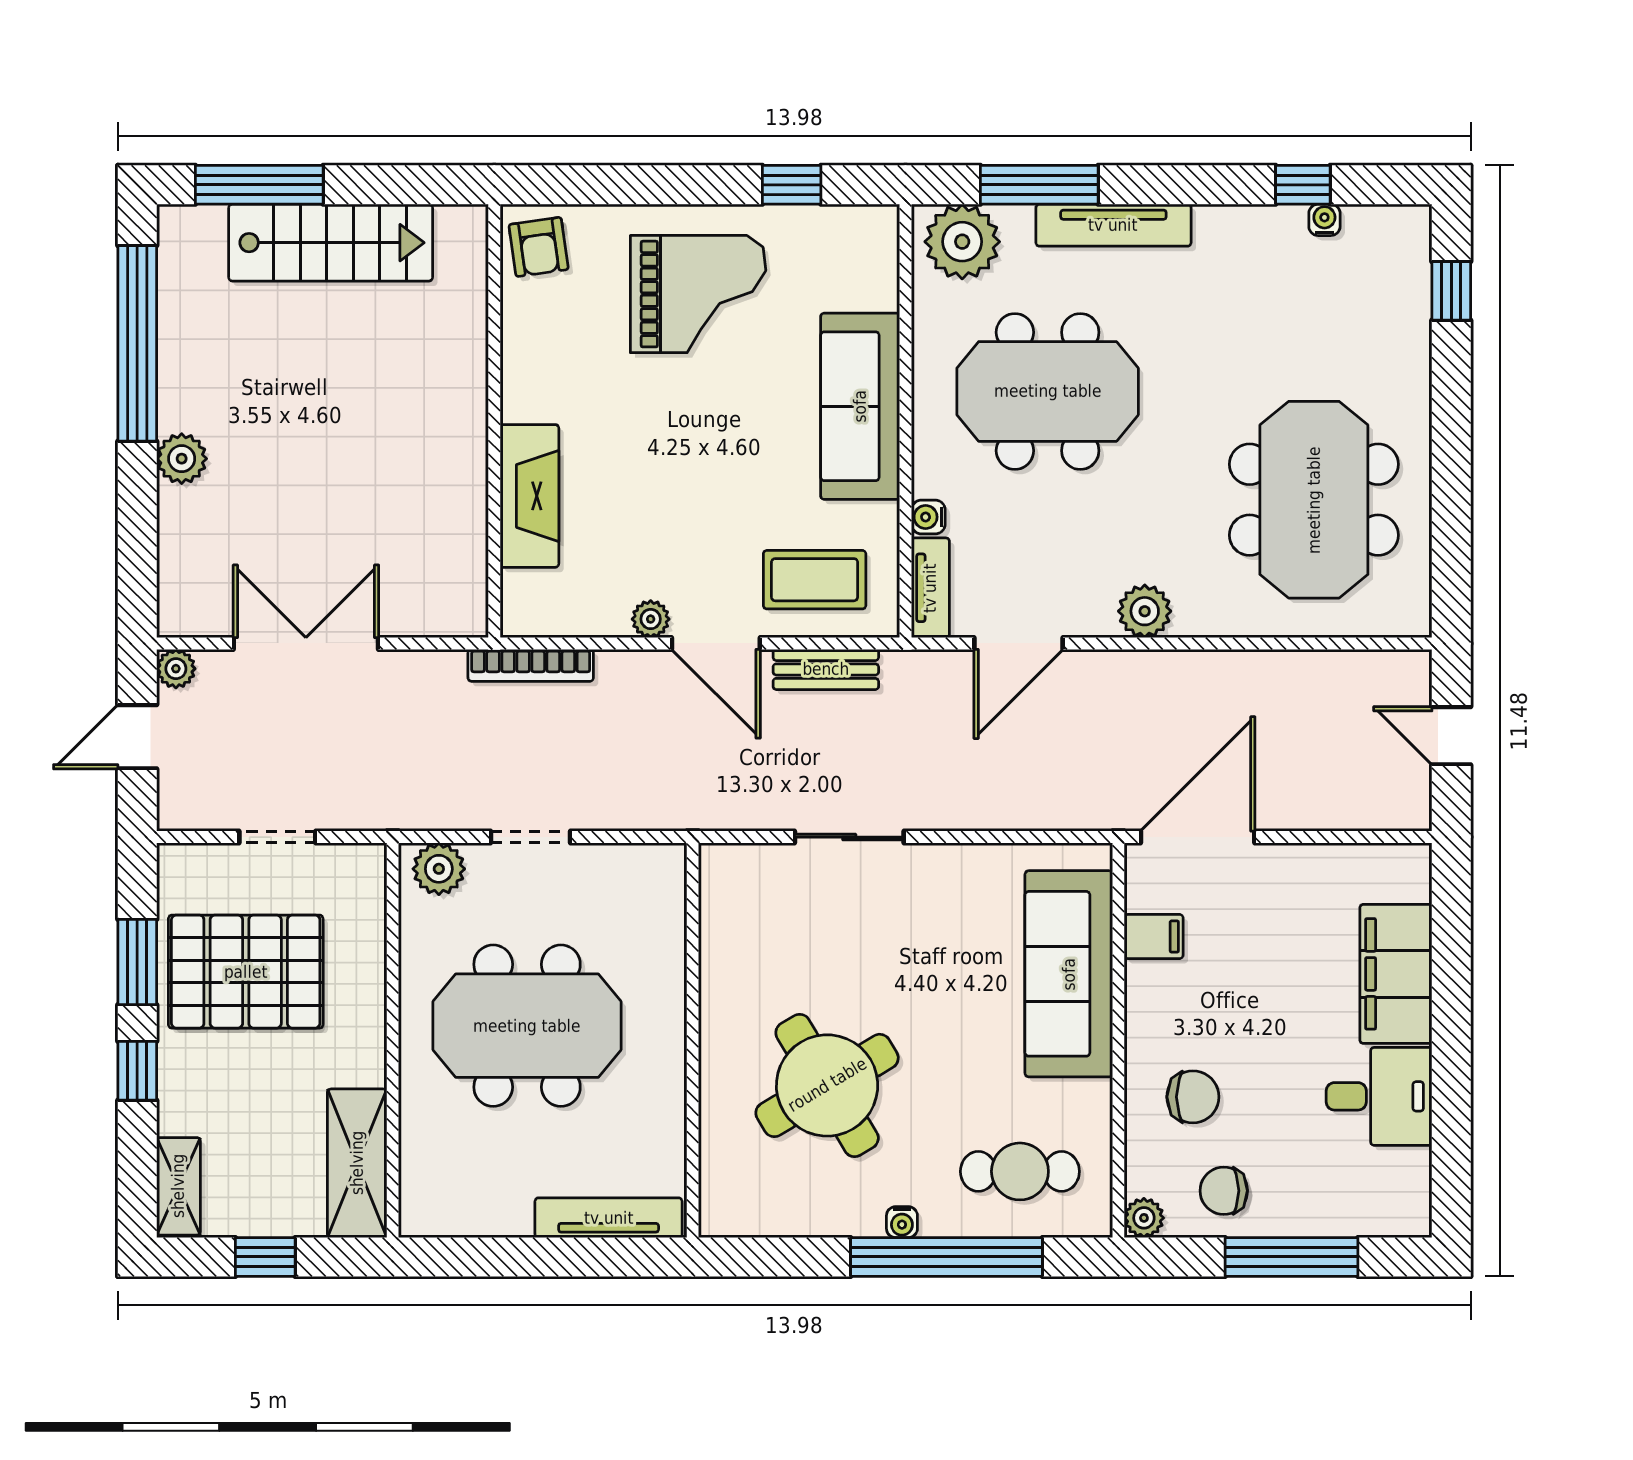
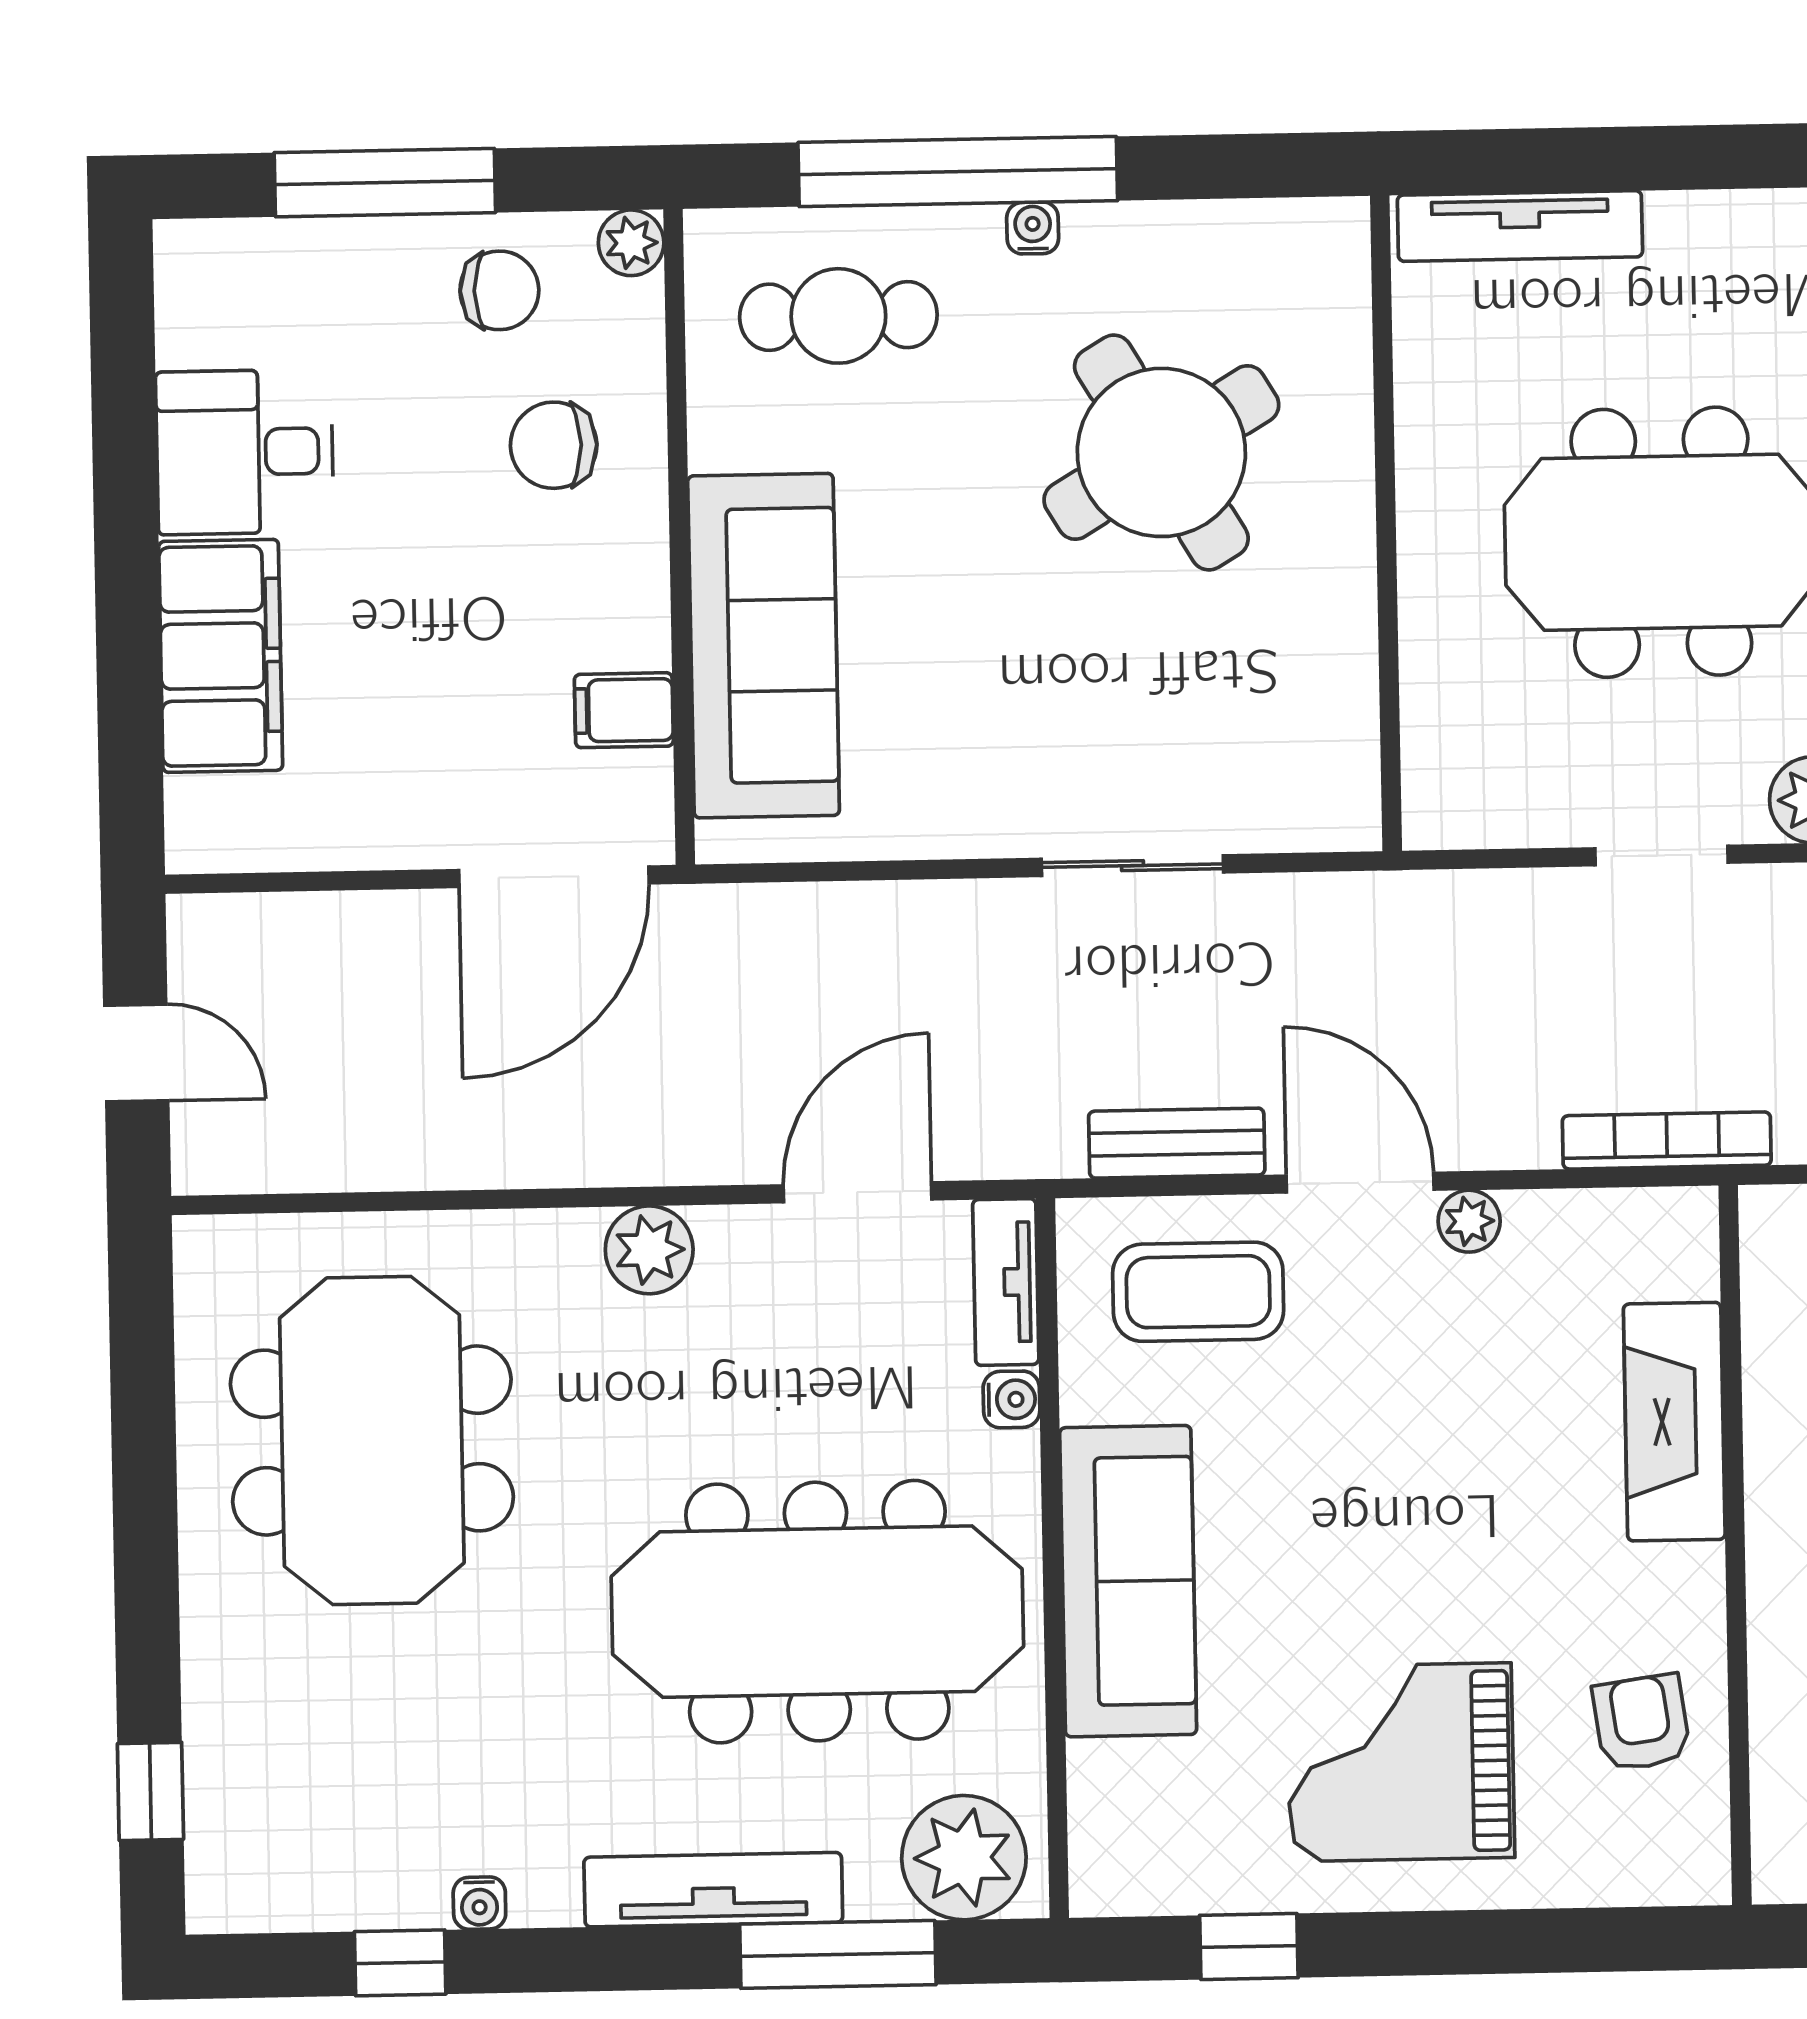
water cooler: (1324, 220) -> (479, 1903), moved
armchair: (539, 247) -> (1641, 1723), moved
meeting table: (1048, 391) -> (817, 1612), width x1.36

